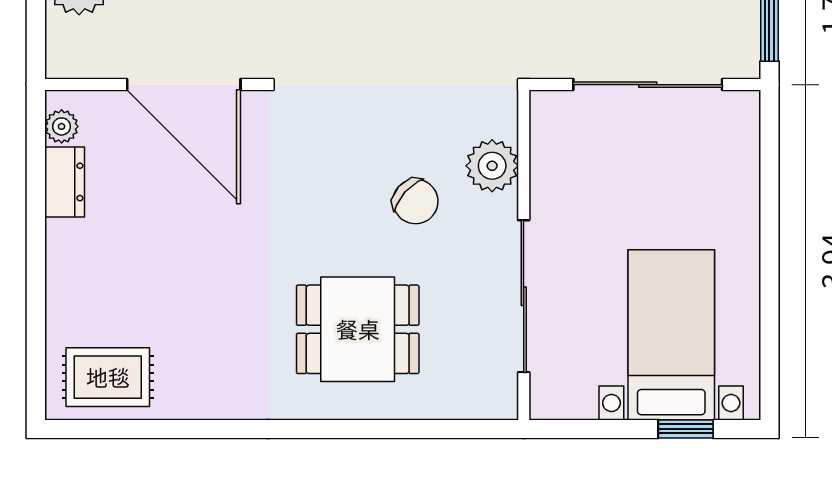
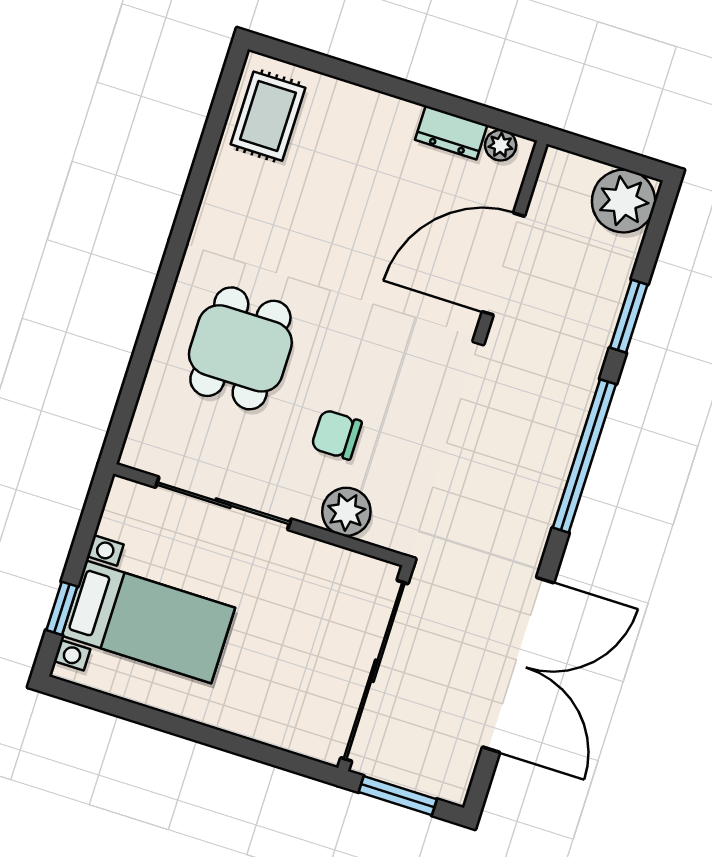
sliding door: (648, 85) -> (374, 671), width x1.36
chair: (415, 201) -> (336, 435), turned 48

